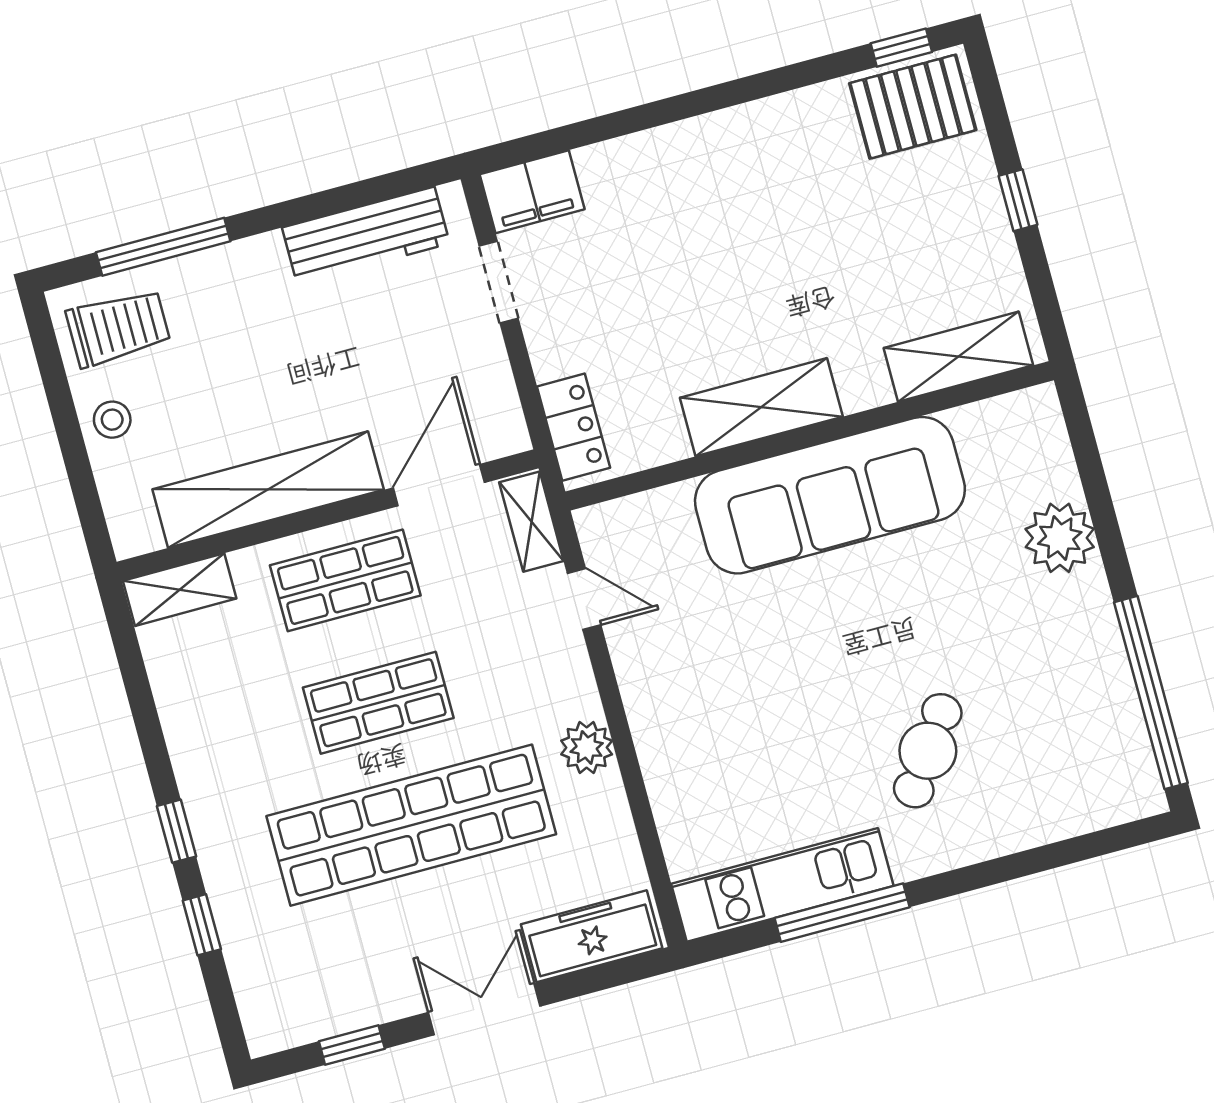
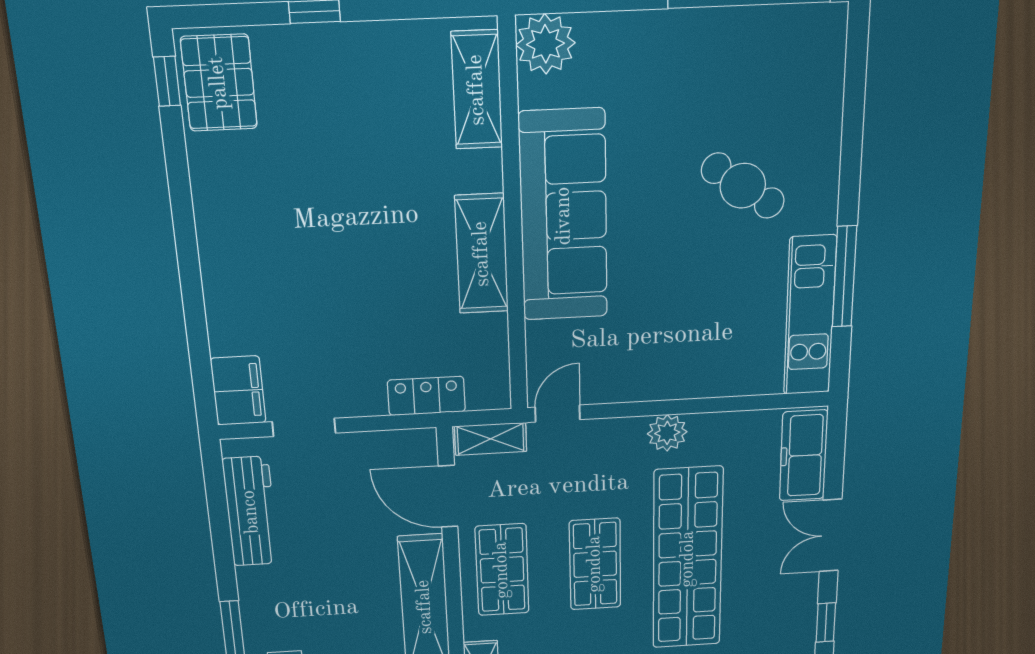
shelving: (958, 357) -> (477, 90), moved
shelving: (761, 407) -> (482, 254), moved
wall: (810, 436) -> (513, 222), moved
sofa: (830, 495) -> (564, 216), moved
plant: (1060, 538) -> (545, 44), moved

